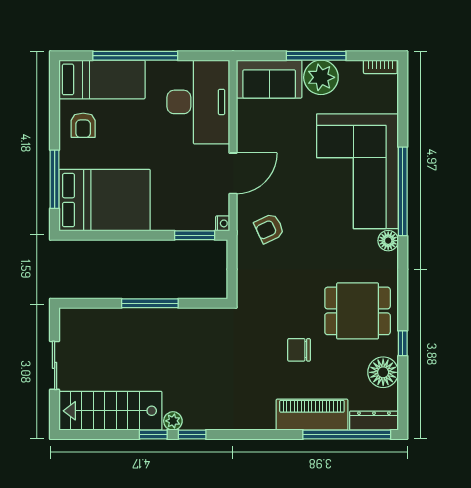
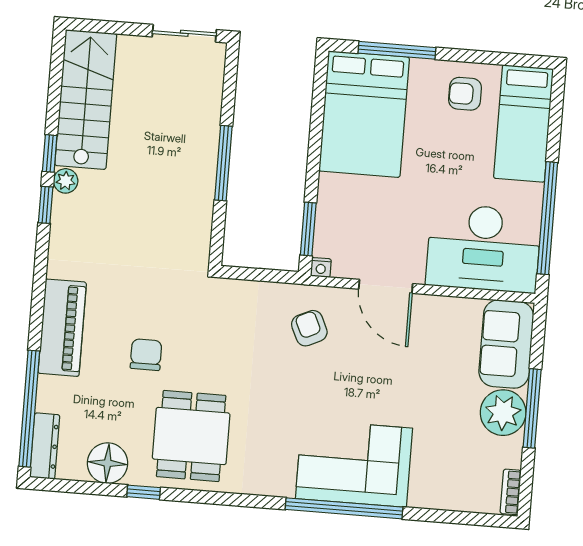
window: (135, 56) -> (547, 218), moved
corner sofa: (358, 171) -> (354, 463), width x0.73, depth x0.74
floor lamp: (388, 241) -> (281, 484), removed
sliding door: (55, 365) -> (184, 33), moved
piano: (312, 415) -> (62, 328), moved

